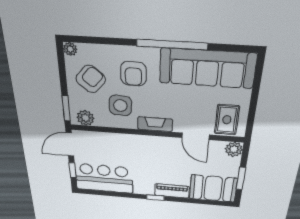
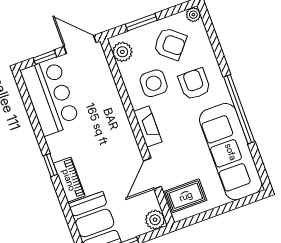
armchair: (133, 74) -> (194, 84), turned 90
window: (66, 108) -> (141, 22), moved

